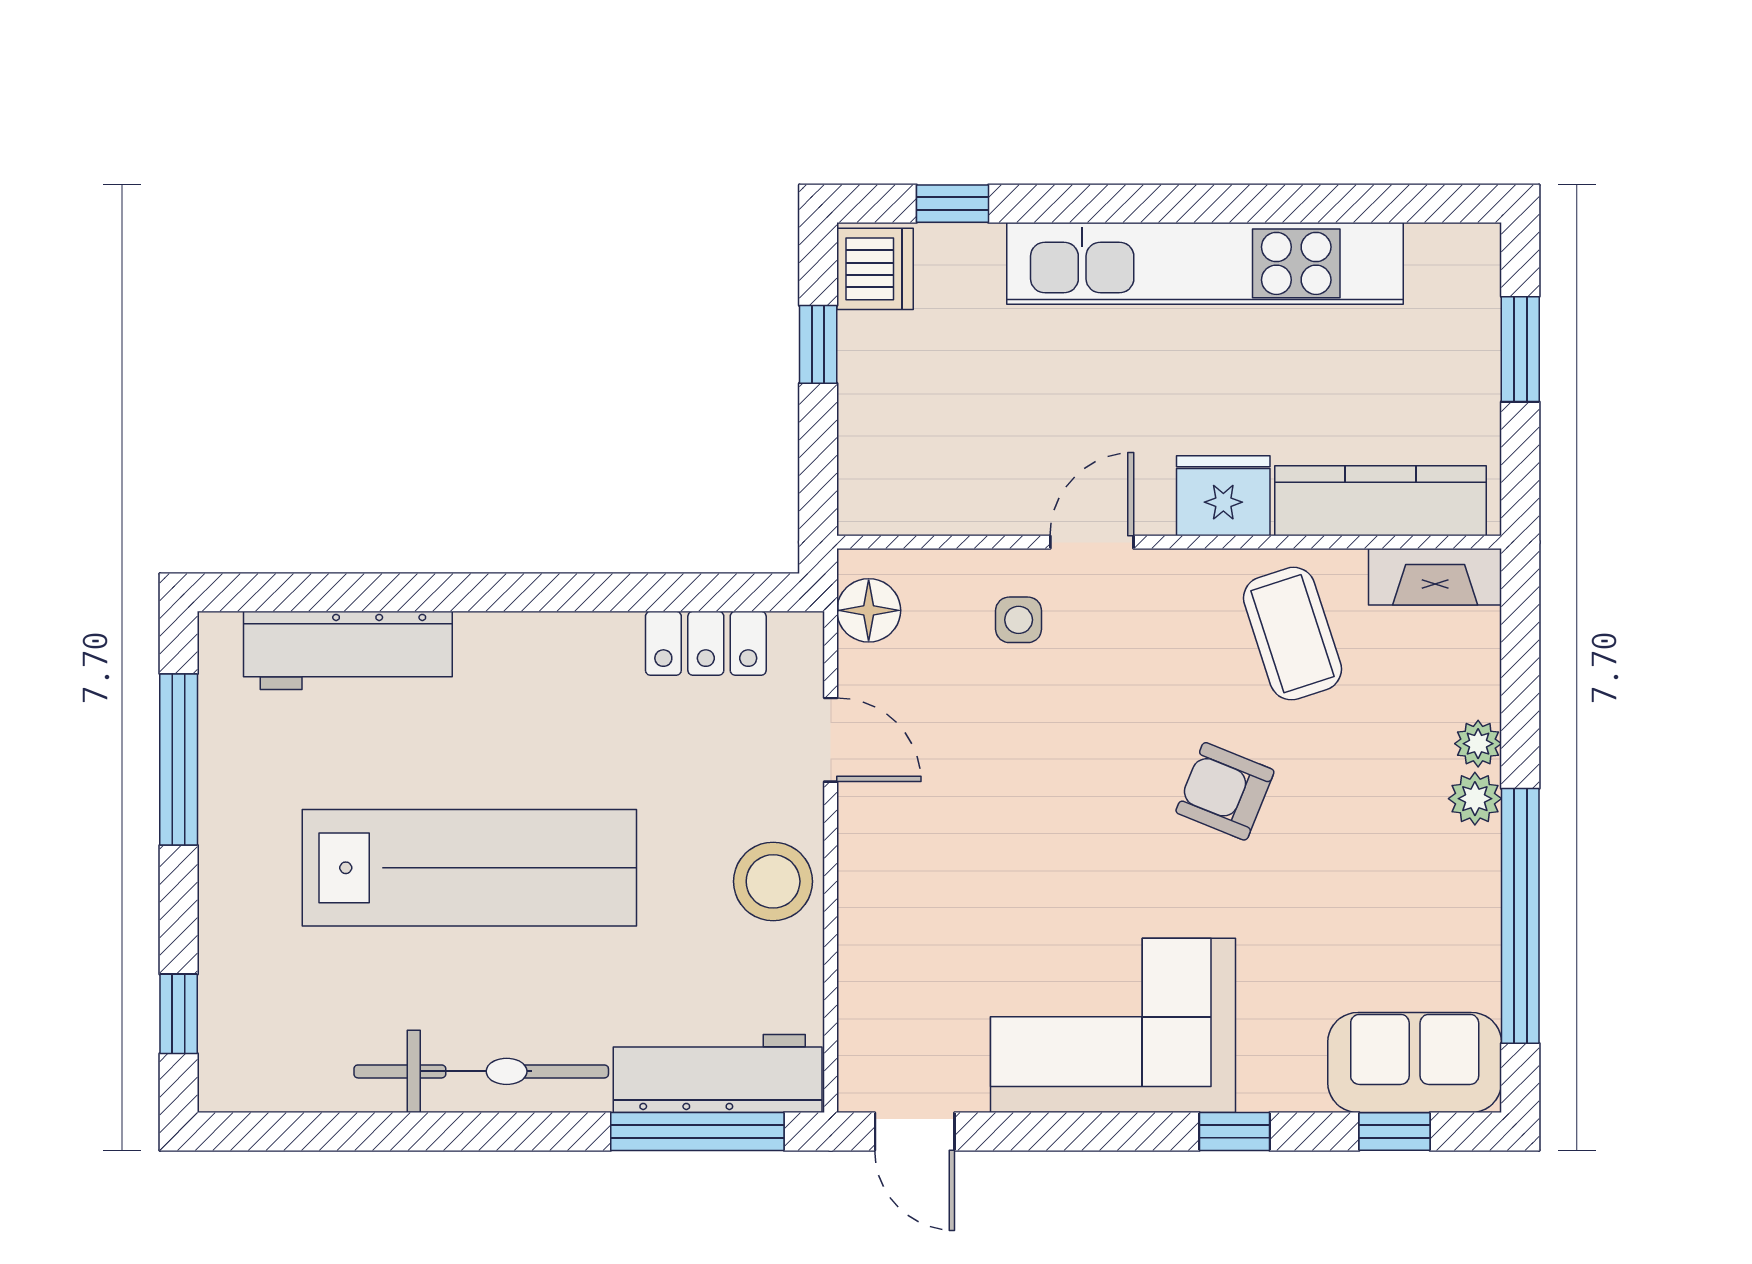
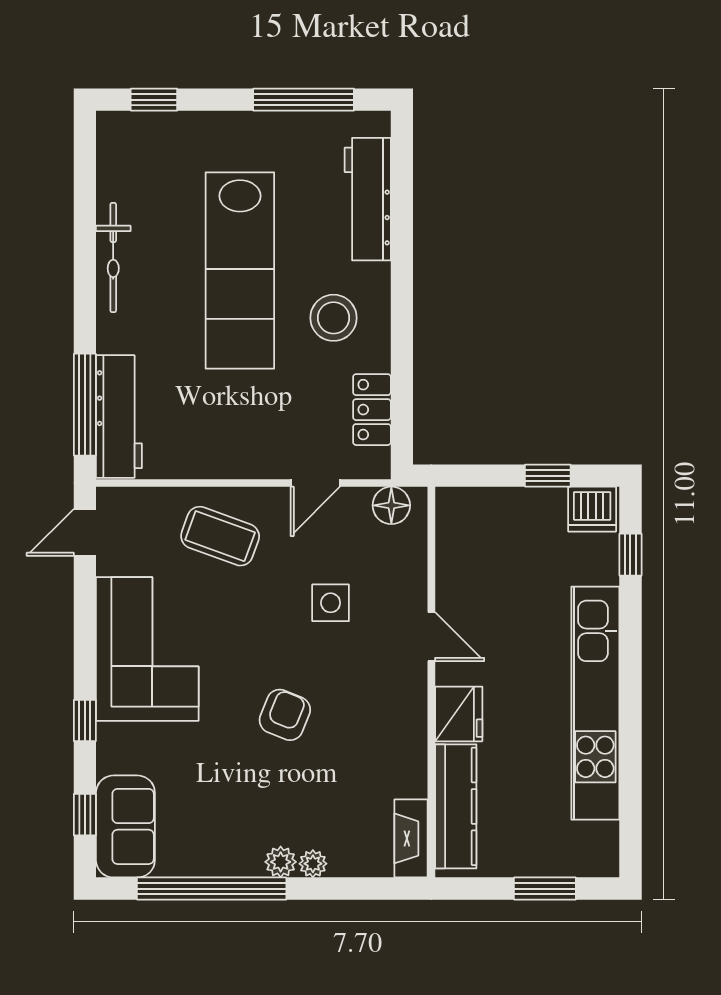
side table: (1019, 620) -> (331, 603), moved, width x1.37, depth x1.37
coffee table: (1292, 634) -> (220, 536), moved, turned 38
stool: (773, 881) -> (333, 318), moved
bicycle: (481, 1071) -> (113, 257), width x0.73, depth x0.71

